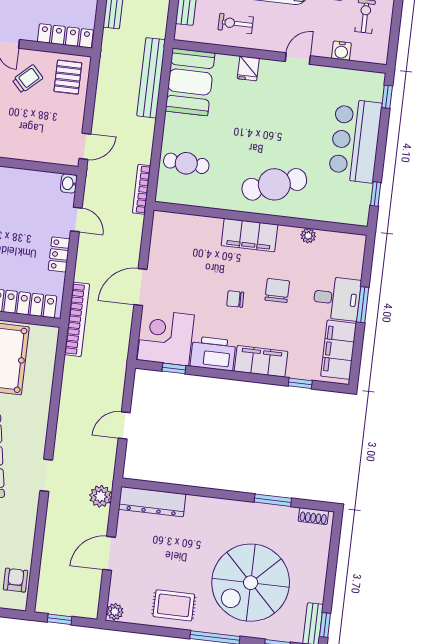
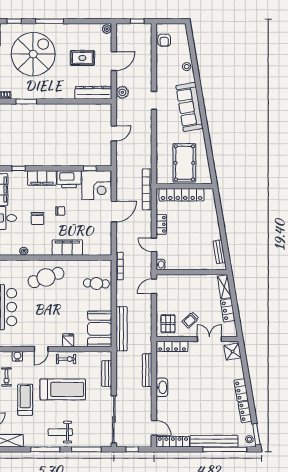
exercise bike: (236, 23) -> (66, 359), moved
filing cabinet: (249, 235) -> (67, 248), moved
rug: (174, 605) -> (82, 58), moved

